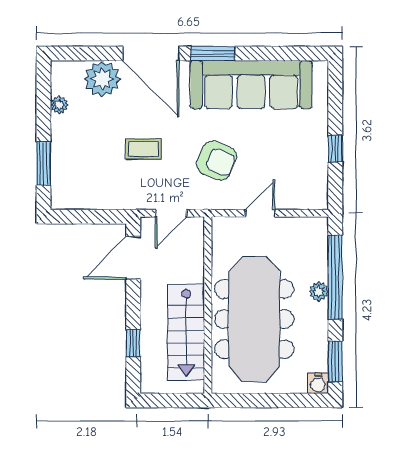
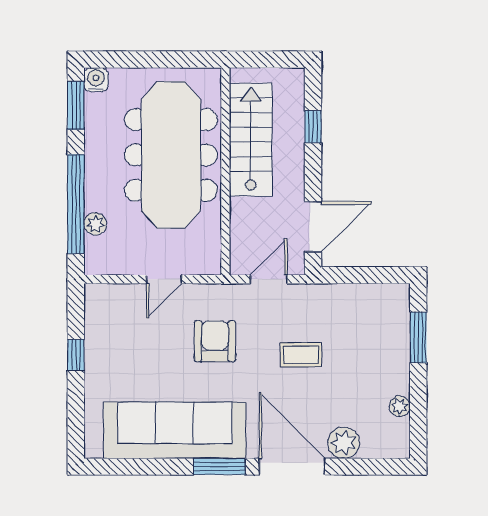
plant: (102, 79) -> (344, 443), width x0.73, depth x0.73
armchair: (217, 160) -> (215, 341), turned 67
plant: (319, 291) -> (95, 224), moved

